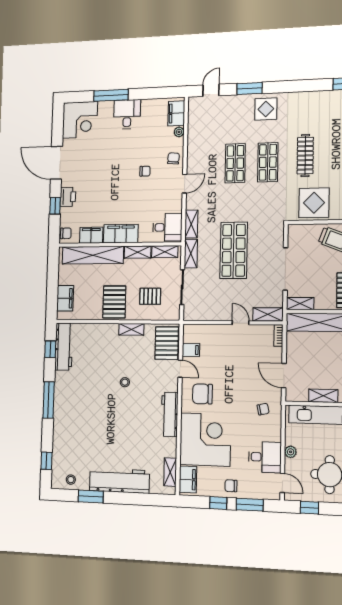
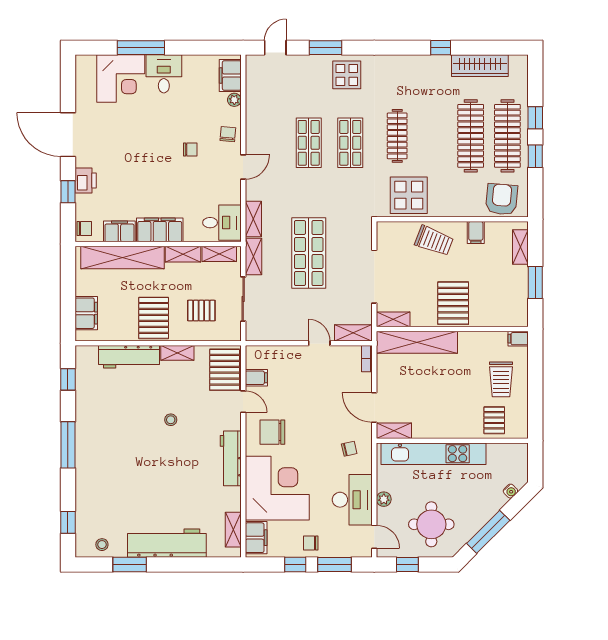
corner desk: (80, 120) -> (121, 79), moved
workbench: (64, 347) -> (129, 357), moved, turned 90
shelving: (323, 396) -> (394, 431), moved
desk: (265, 457) -> (352, 500), width x1.37

